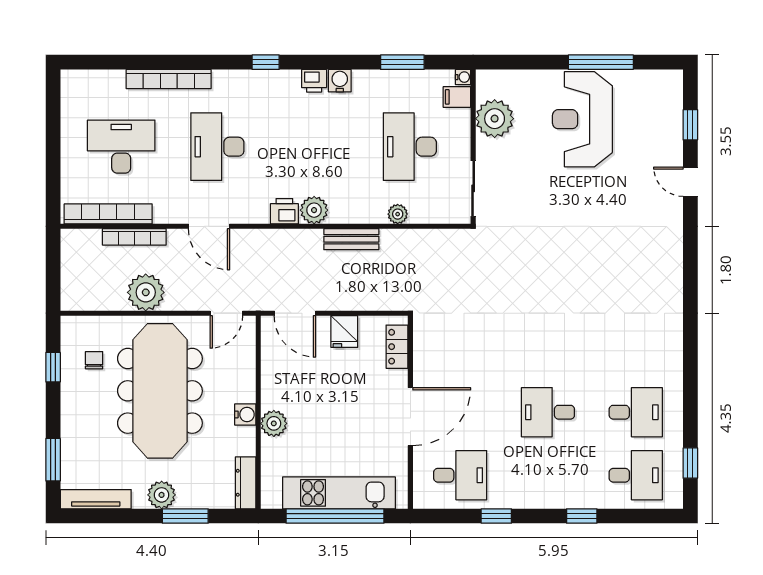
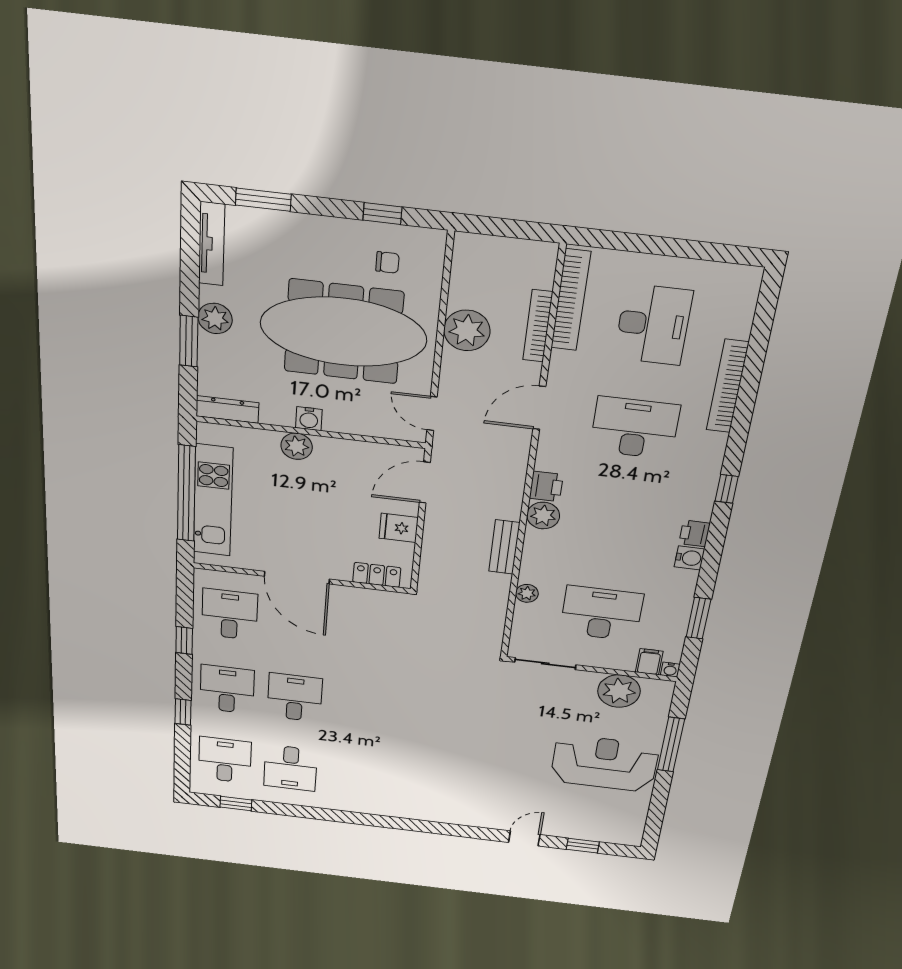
window: (601, 62) -> (671, 745), moved
desk: (460, 475) -> (230, 614), turned 180
desk: (548, 475) -> (227, 689), added
desk: (636, 475) -> (225, 760), turned 180

